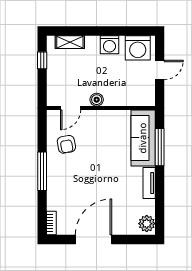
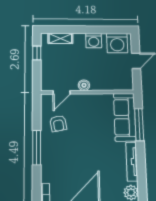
tv unit: (149, 183) -> (132, 162), width x1.41

